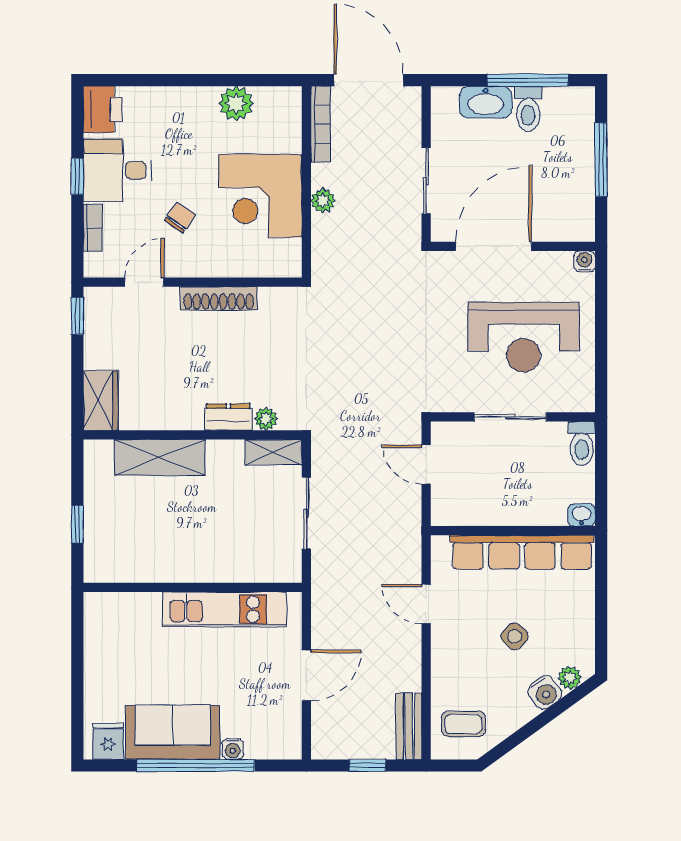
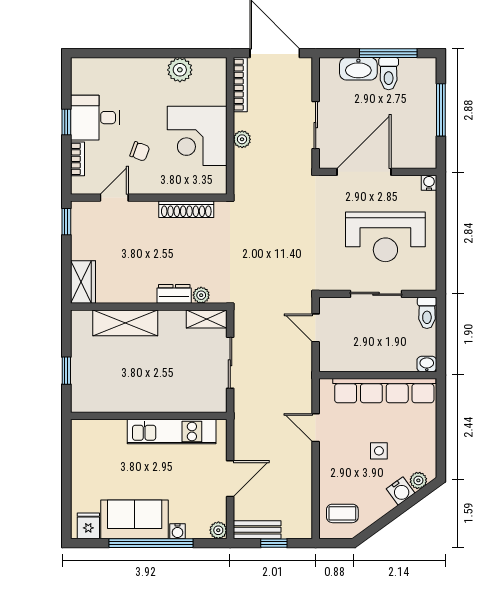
printer: (103, 109) -> (84, 74), removed
chair: (180, 218) -> (140, 151), turned 75
shoe rack: (219, 299) -> (186, 209), moved
side table: (515, 636) -> (379, 451), turned 45
bench: (409, 726) -> (257, 530), moved, turned 90
plant: (290, 747) -> (218, 530), added

